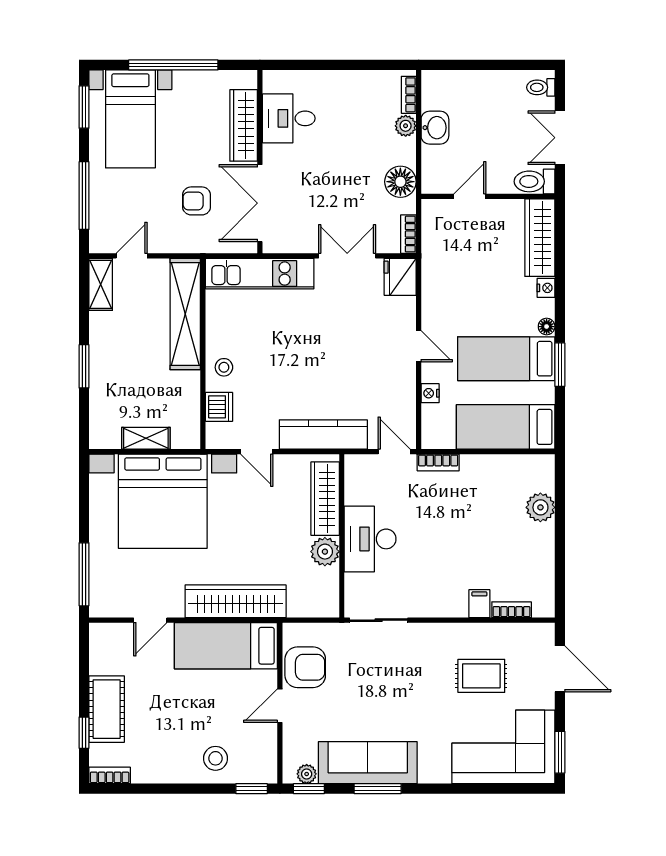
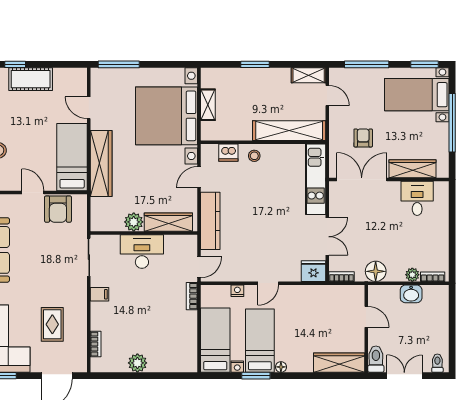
nightstand: (546, 288) -> (237, 367), moved
plant: (540, 507) -> (137, 363), moved
filing cabinet: (479, 604) -> (100, 294), moved

